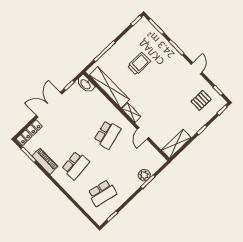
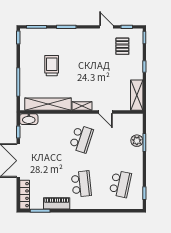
door: (197, 68) -> (106, 27), moved
school desk: (107, 135) -> (81, 139), turned 33

